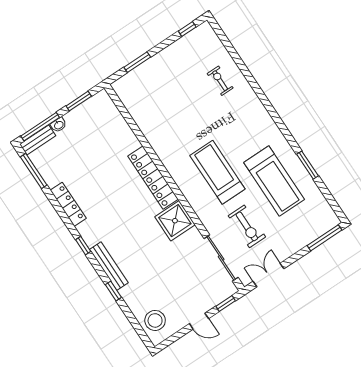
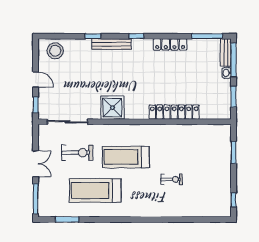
exercise bike: (220, 81) -> (172, 179), moved
window: (308, 165) -> (67, 220), moved
treadmill: (217, 172) -> (126, 157), turned 180
locker: (153, 178) -> (174, 112), moved
exercise bike: (247, 226) -> (77, 153), turned 180
double door: (269, 275) -> (36, 164), moved
door: (199, 321) -> (36, 79), swing flipped

